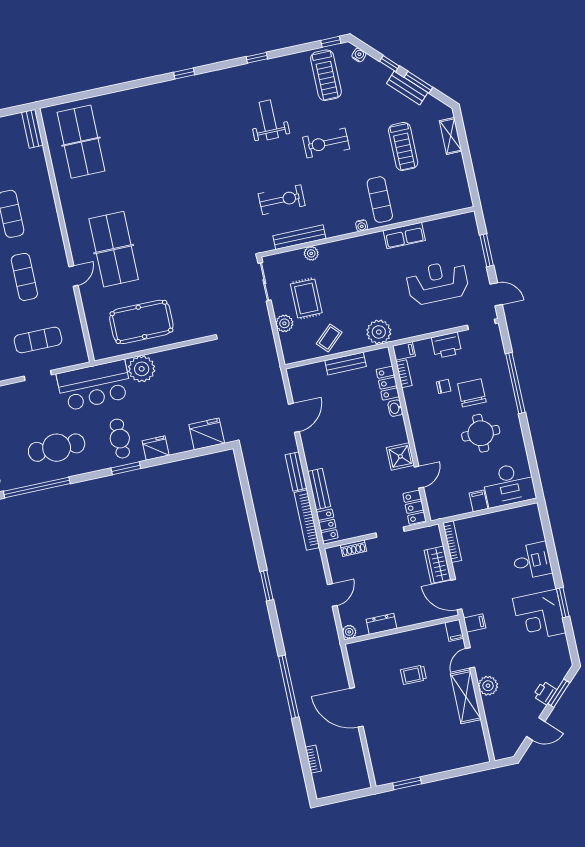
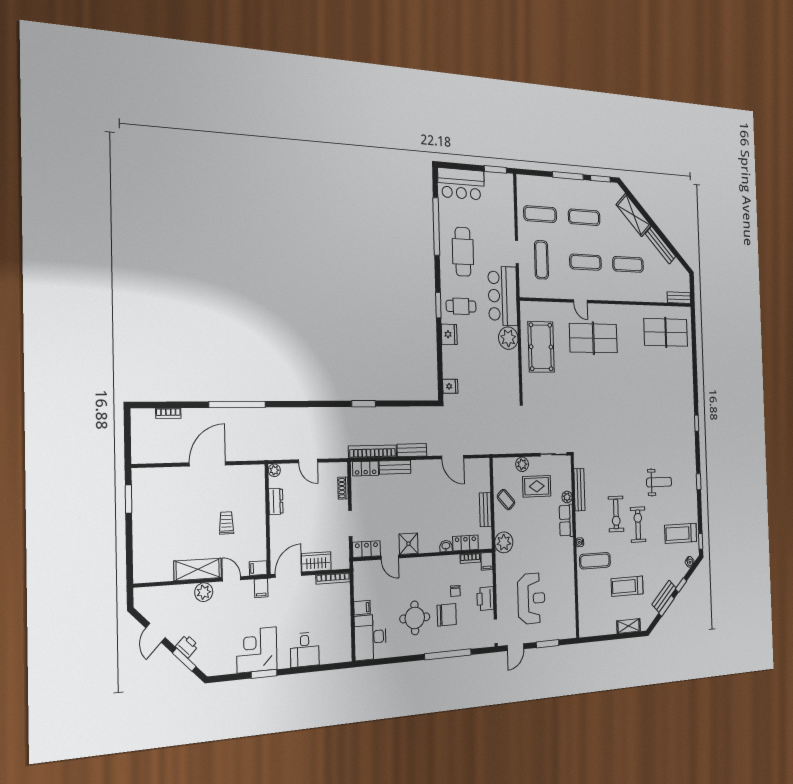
exercise bike: (282, 200) -> (616, 514), moved
row of seats: (404, 235) -> (566, 521), moved
fridge: (207, 434) -> (450, 386), width x0.53, depth x0.75
window: (267, 586) -> (364, 404), moved

